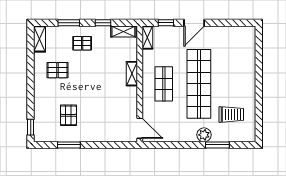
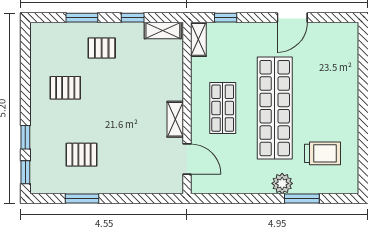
door: (194, 23) -> (292, 18), moved
shelving: (39, 39) -> (39, 42), removed
shelving: (132, 74) -> (175, 119), moved
window: (31, 104) -> (25, 137), added
pallet: (68, 115) -> (82, 155), turned 90
door: (140, 128) -> (187, 159), moved

